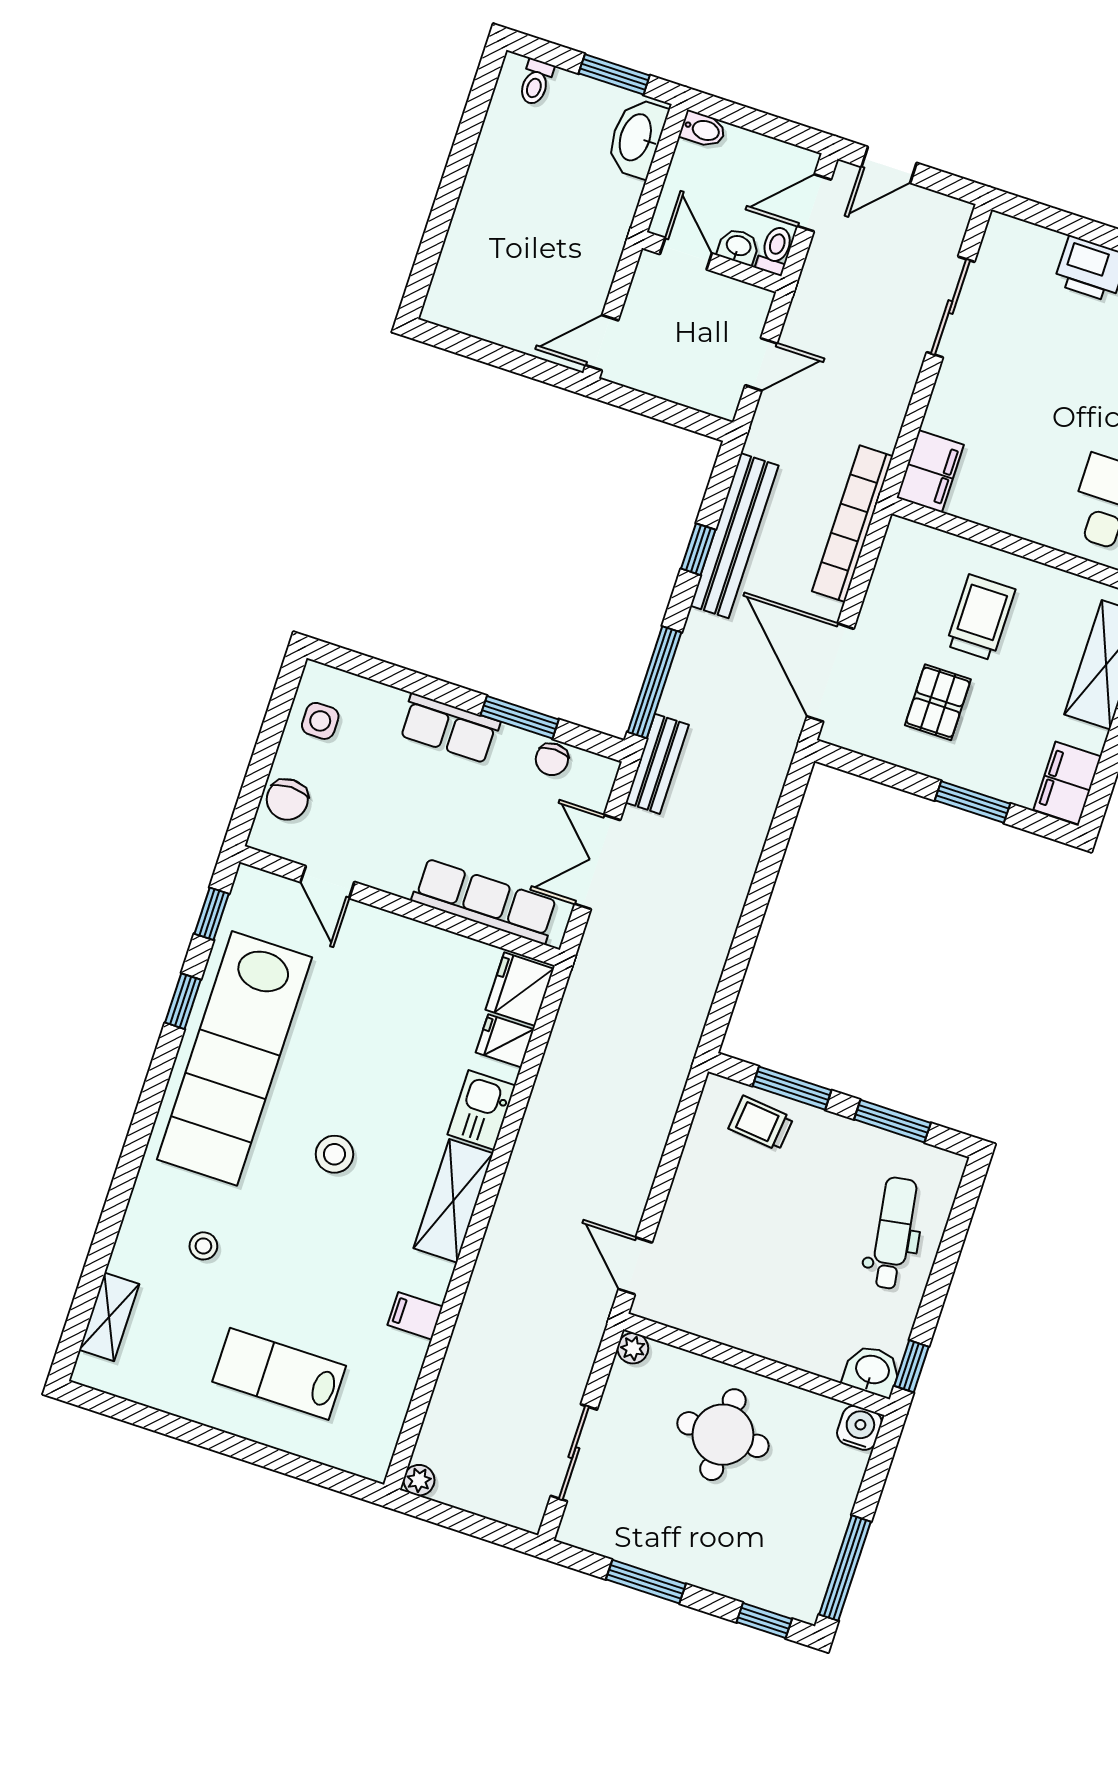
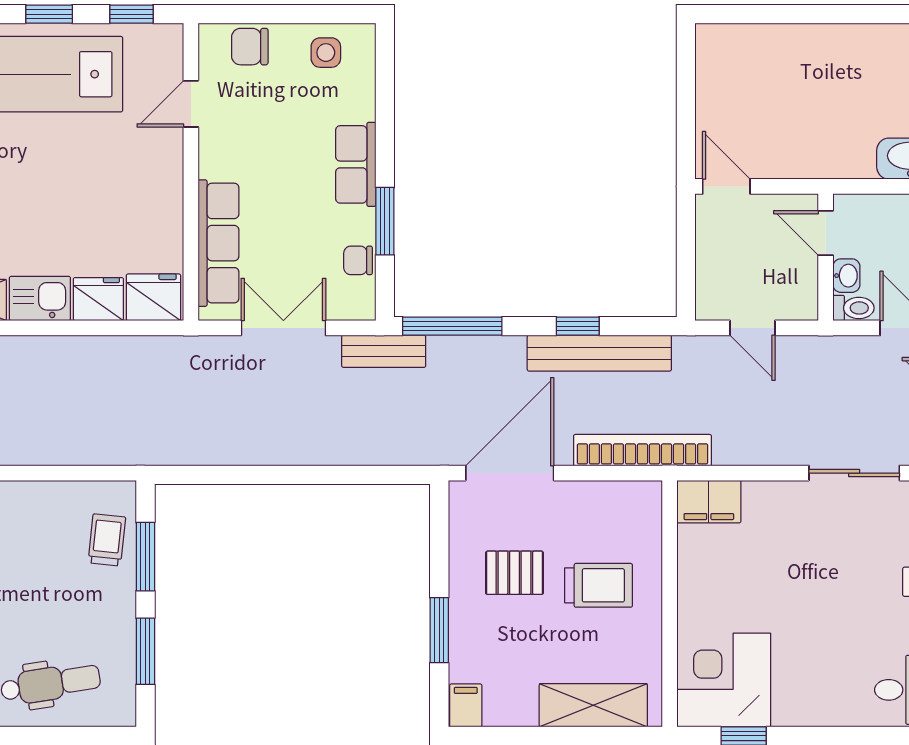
door: (686, 254) -> (826, 233), swing flipped
filing cabinet: (1067, 783) -> (466, 705), width x0.50
fridge: (505, 1041) -> (98, 299), width x1.38

